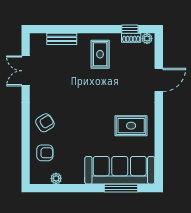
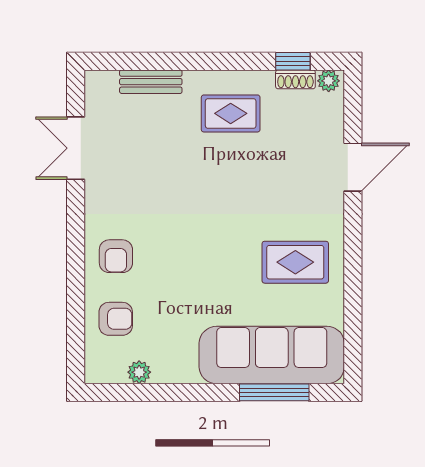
rug: (100, 54) -> (231, 113), turned 90
armchair: (45, 123) -> (116, 256), turned 122

